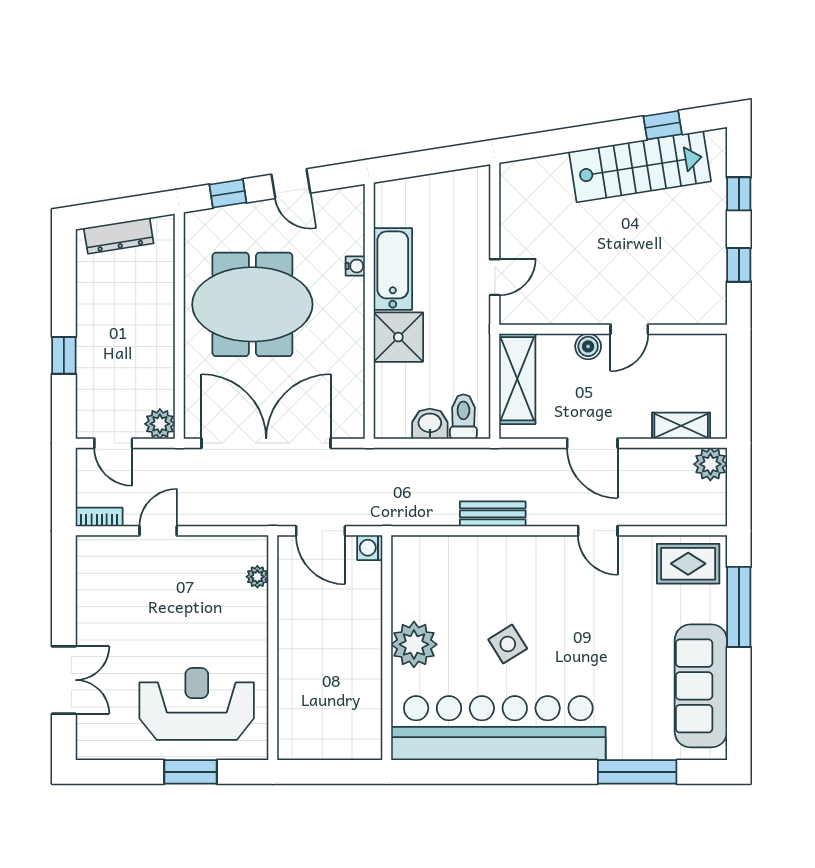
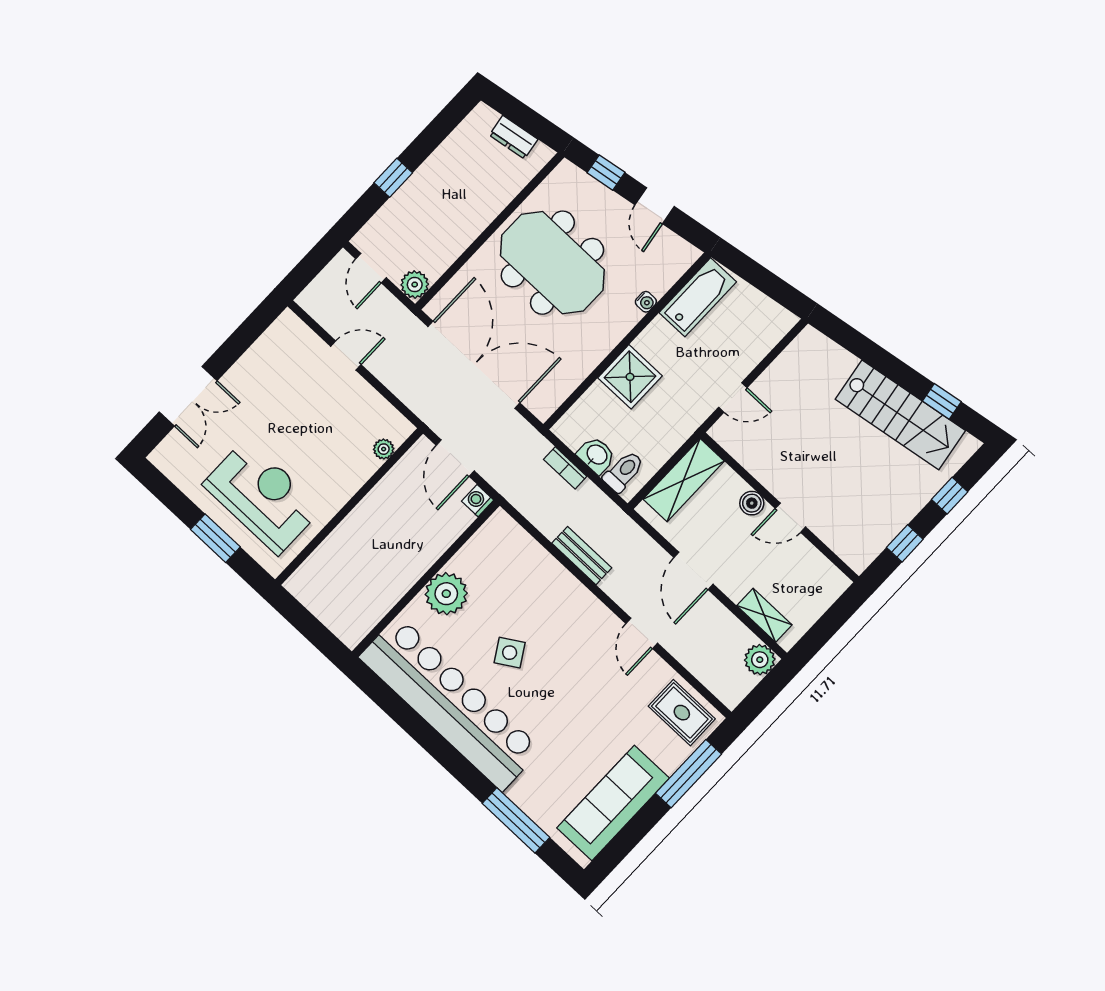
dresser: (119, 236) -> (514, 137), width x0.70
bathtub: (393, 269) -> (698, 297), moved
bookcase: (99, 517) -> (565, 468), moved, turned 180

